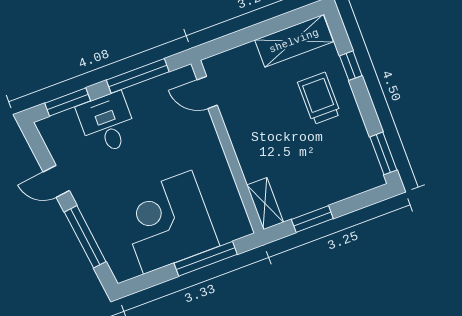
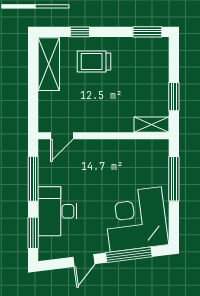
desk: (107, 123) -> (57, 211), width x1.37
corner desk: (168, 222) -> (136, 219), moved, turned 83

